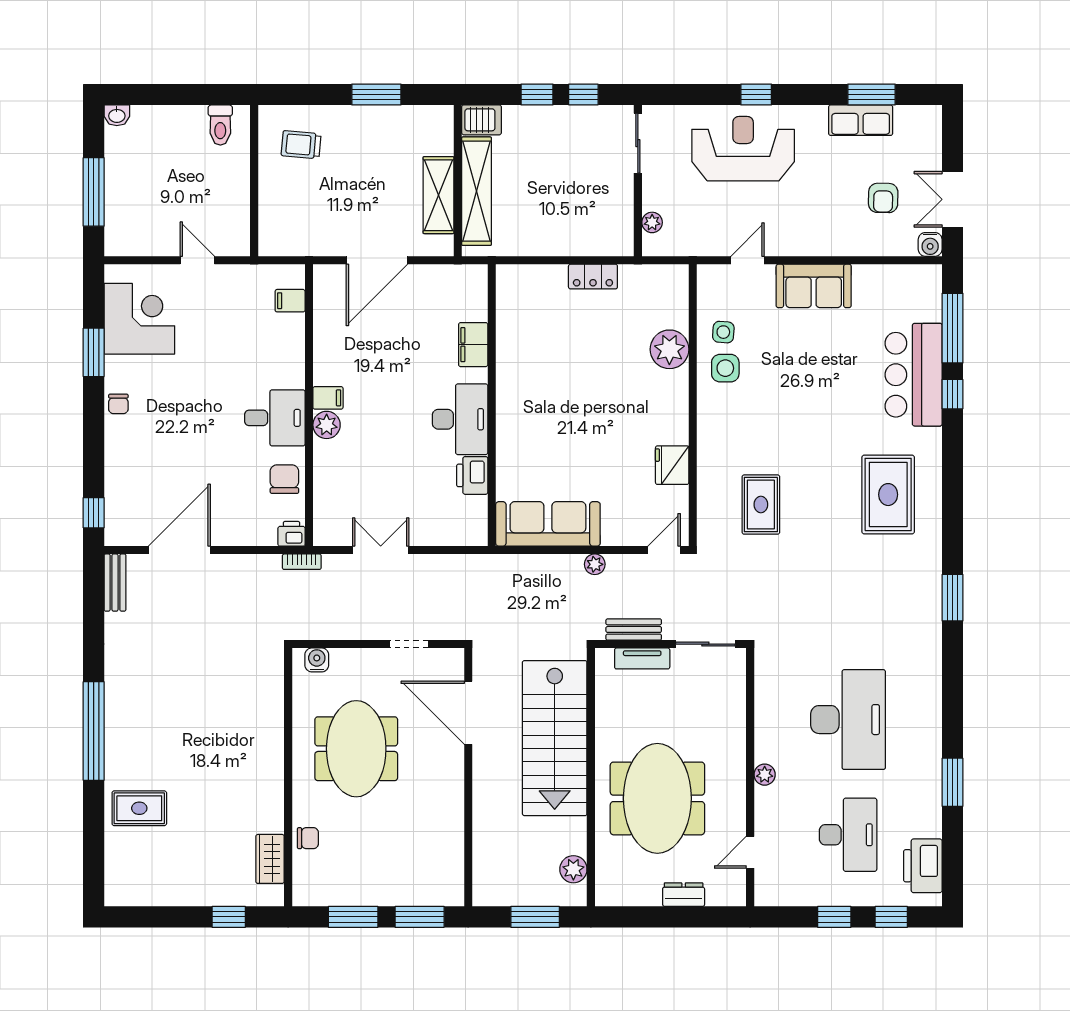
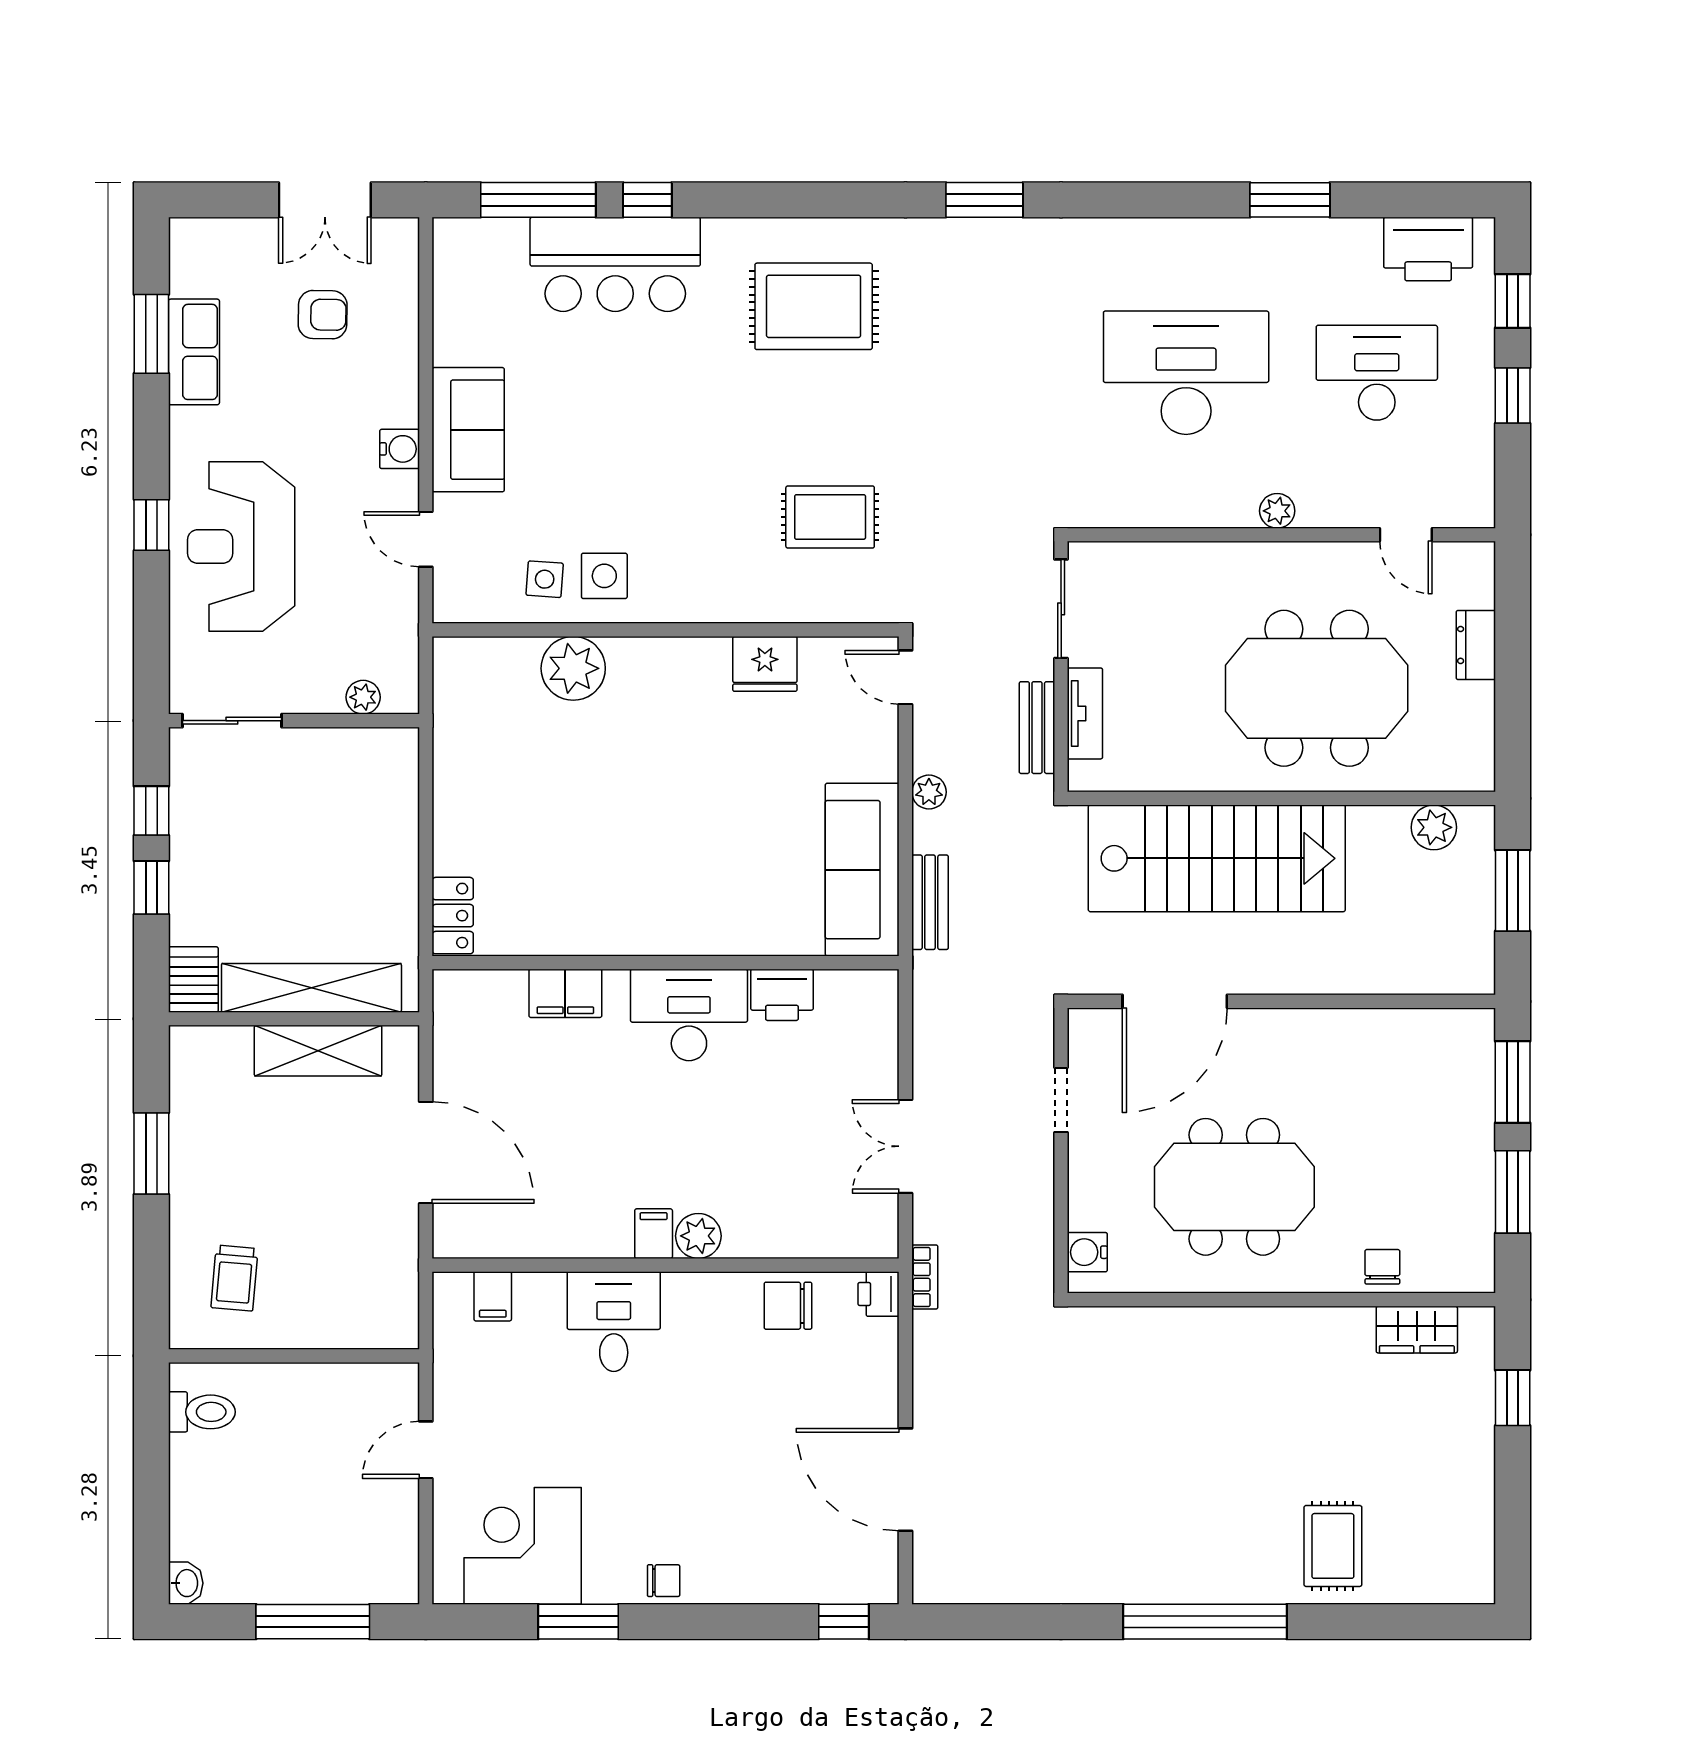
water cooler: (930, 244) -> (400, 449), moved
locker: (593, 277) -> (453, 916), moved
desk: (275, 418) -> (614, 1322), moved
bench: (115, 583) -> (930, 902), moved, turned 90

